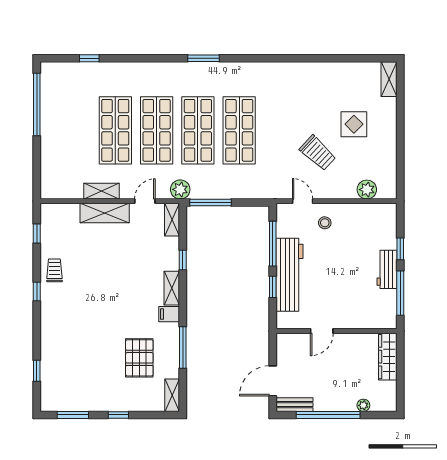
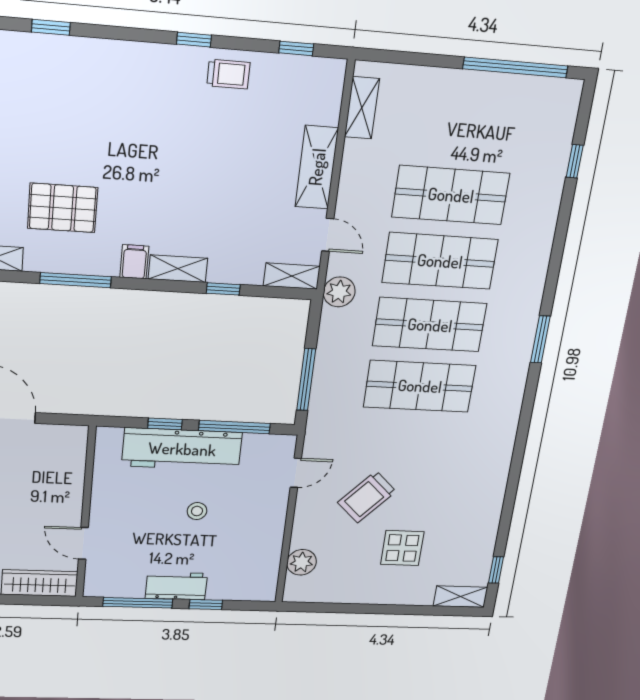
window: (368, 58) -> (496, 570), added
shelving: (101, 191) -> (362, 108), moved
window: (211, 202) -> (306, 380), moved
stool: (325, 223) -> (197, 511), moved
door: (322, 331) -> (83, 543), moved

